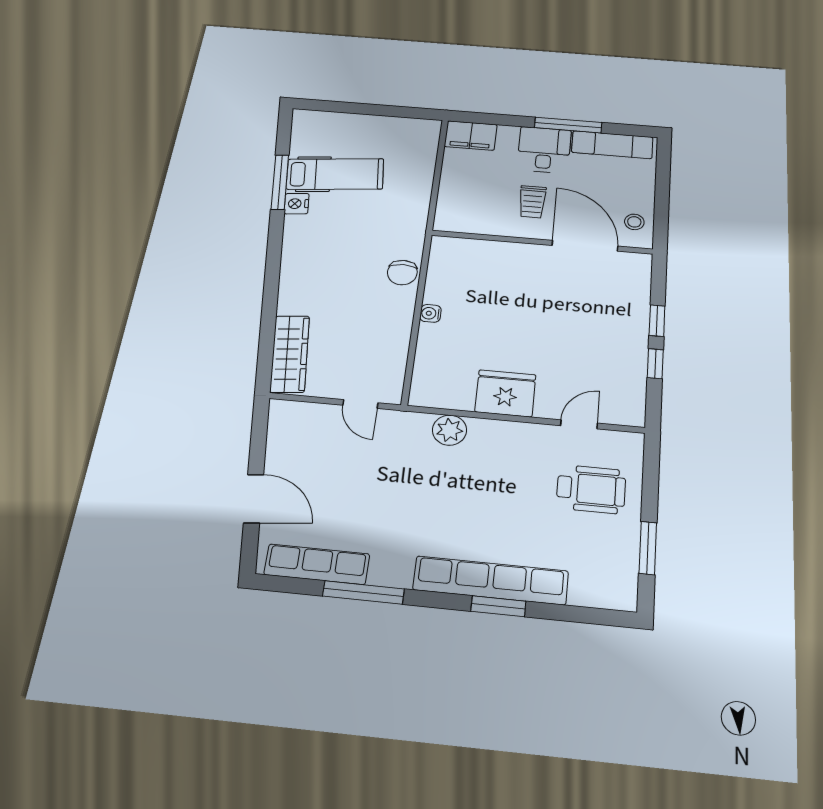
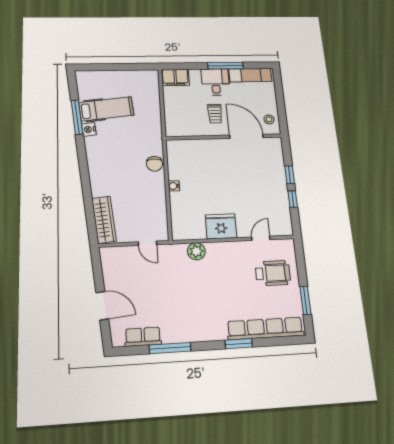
row of seats: (317, 564) -> (143, 337), width x0.68
row of seats: (491, 580) -> (265, 328), moved

